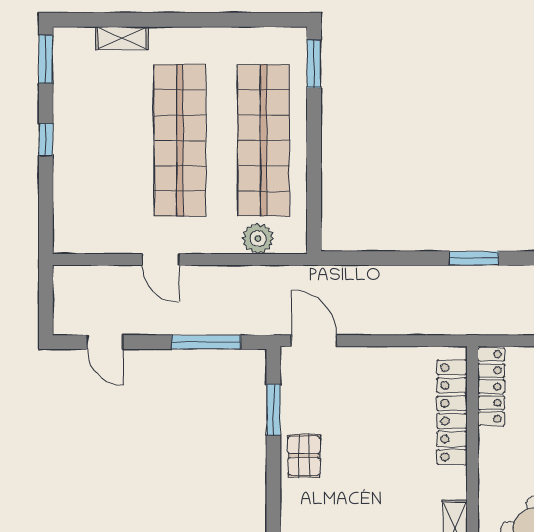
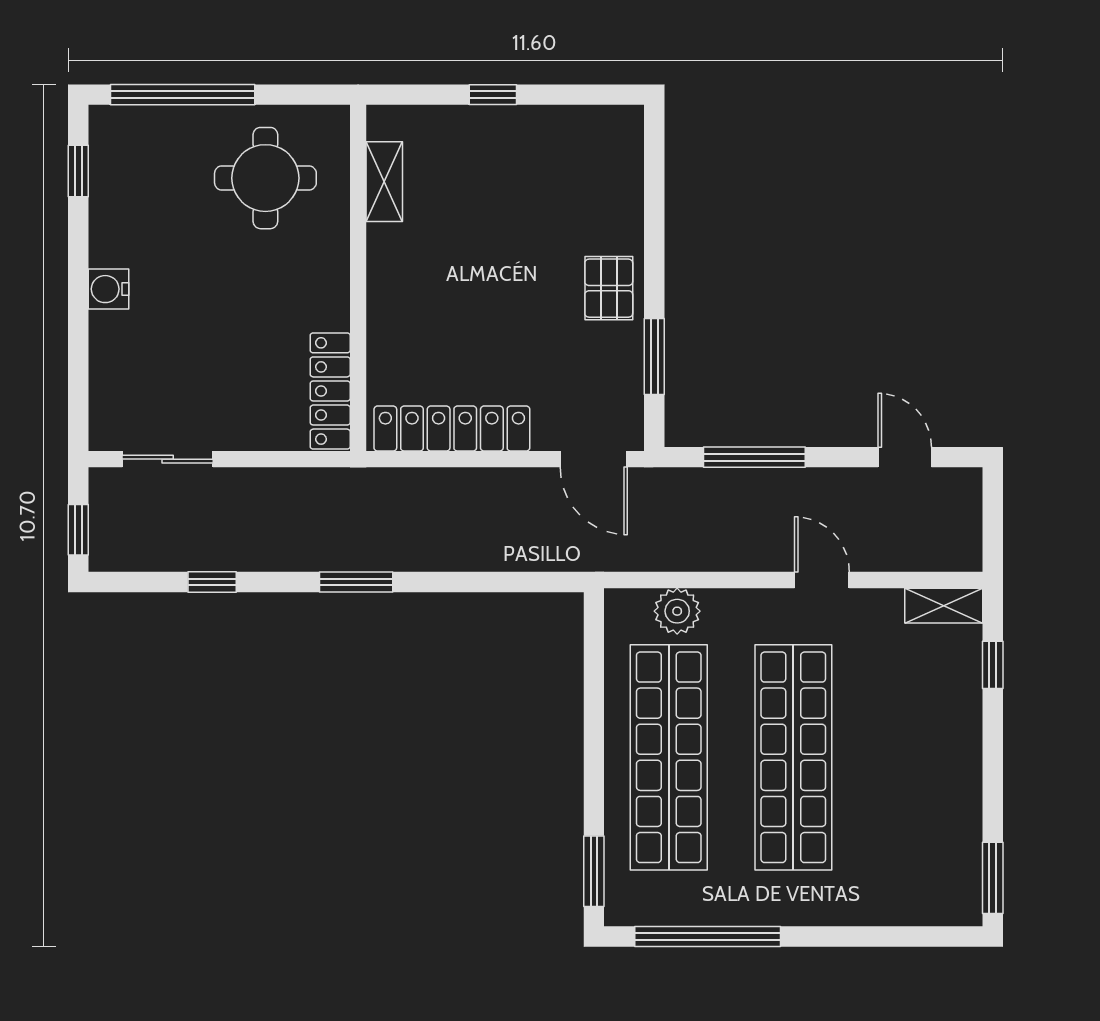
window: (238, 20) -> (708, 937), added
shelving: (122, 38) -> (944, 606), moved
window: (46, 140) -> (993, 665), moved
locker: (452, 412) -> (452, 429), moved, turned -90

